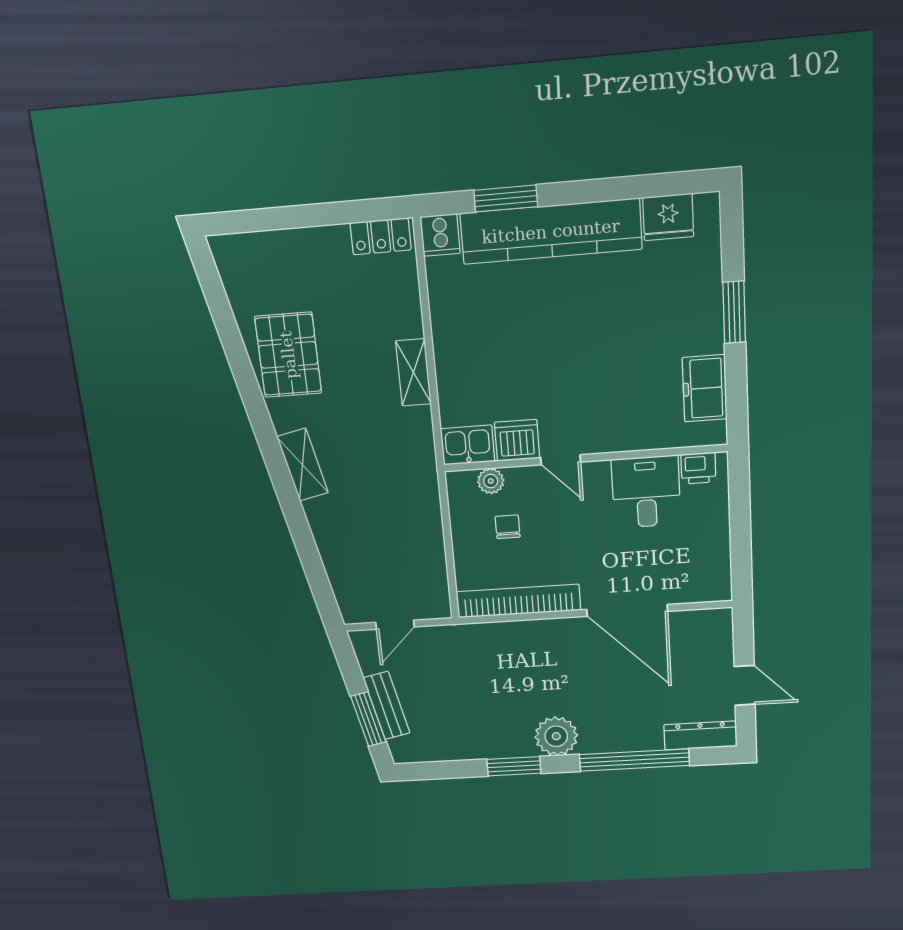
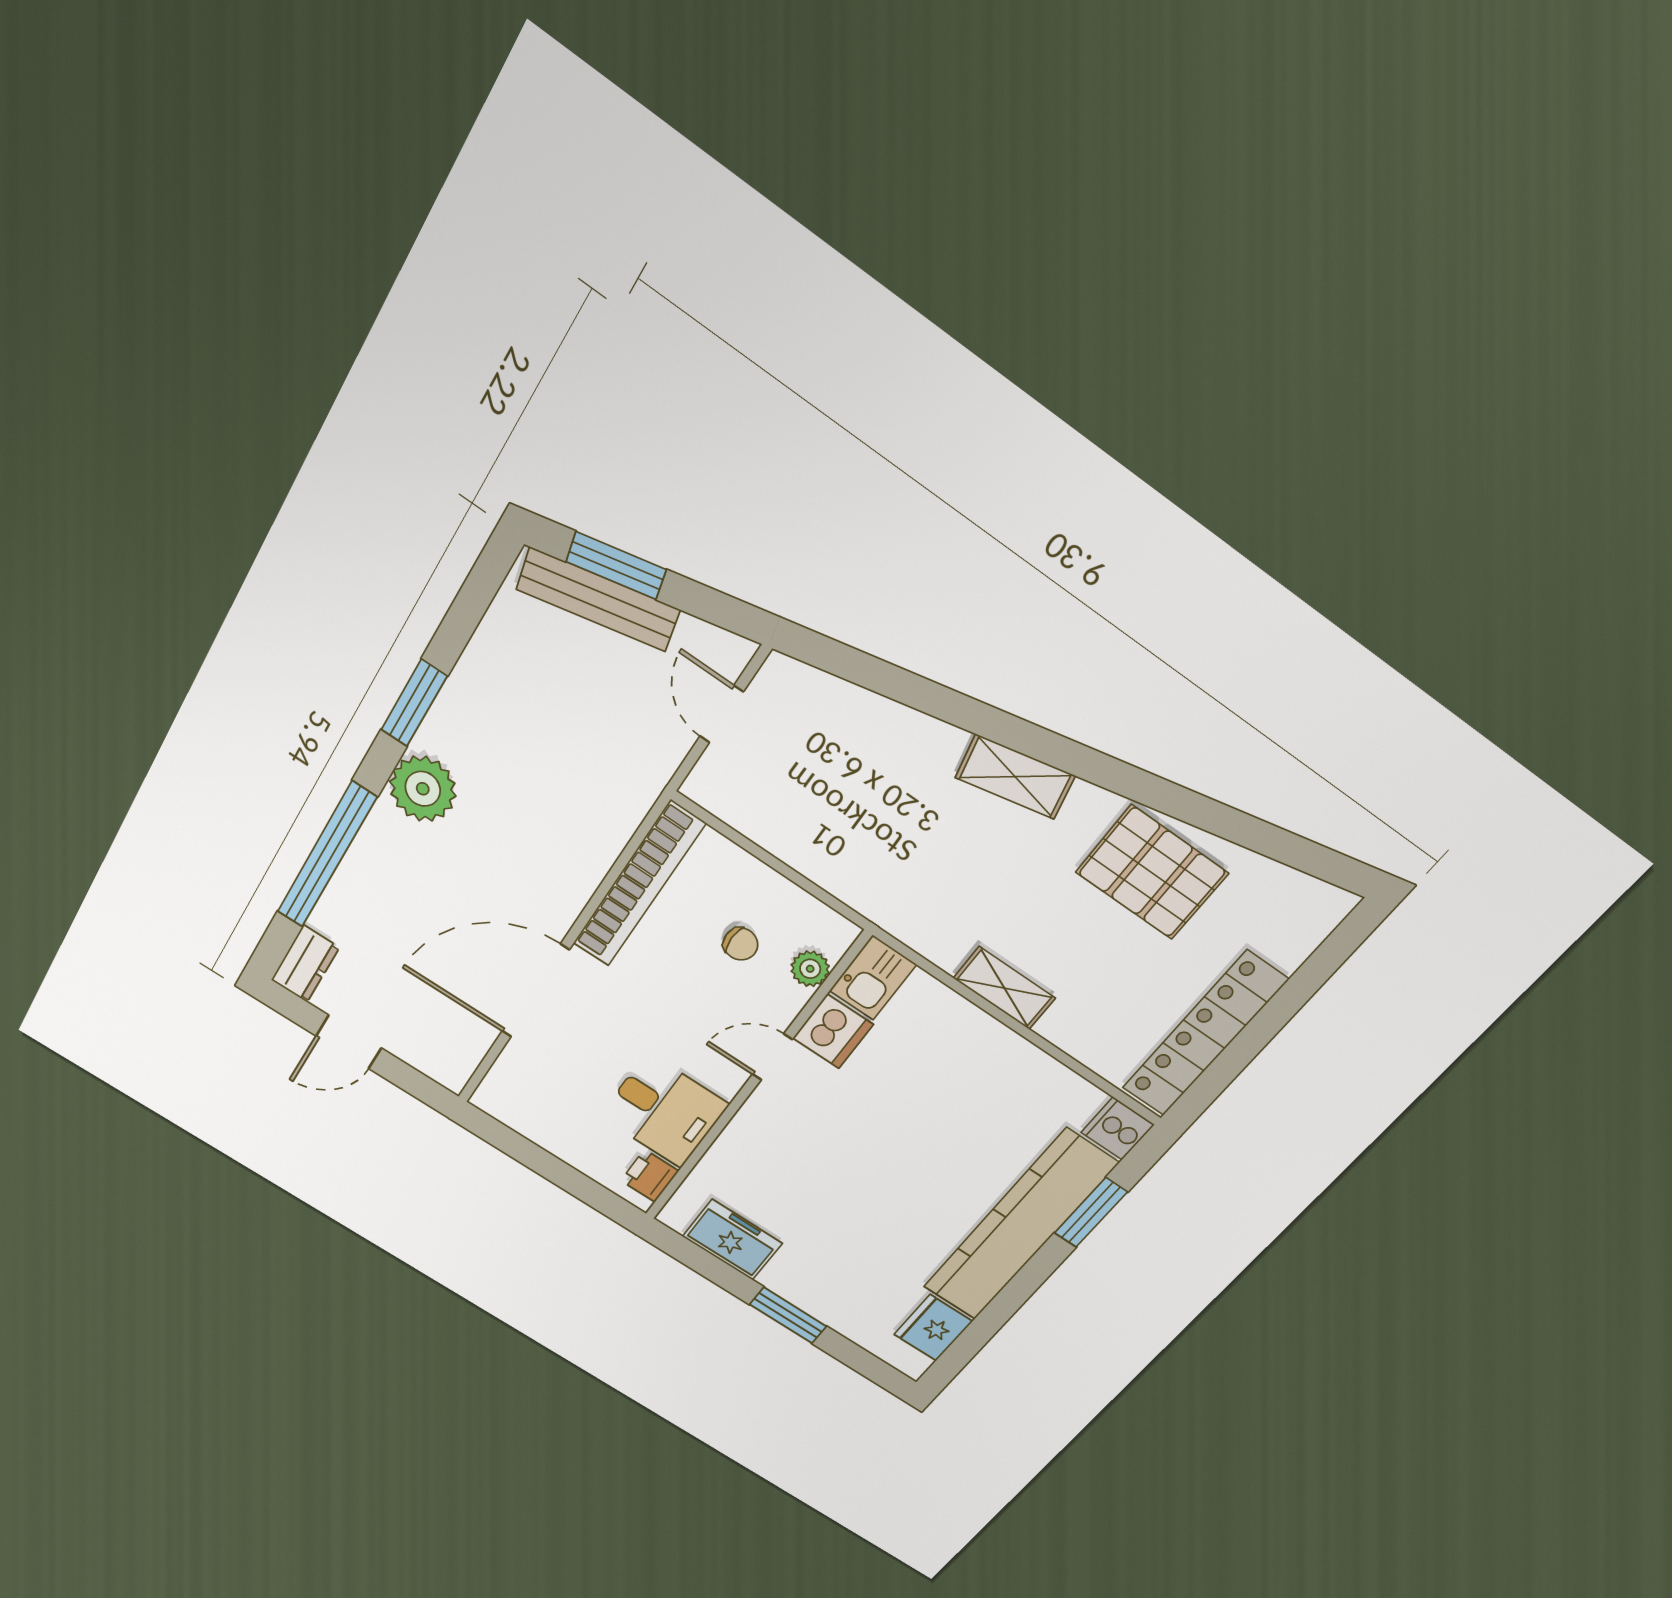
locker: (381, 236) -> (1204, 1034), width x2.16, depth x1.21
bench: (387, 706) -> (598, 599), width x1.36
dresser: (700, 735) -> (305, 964), width x0.70

